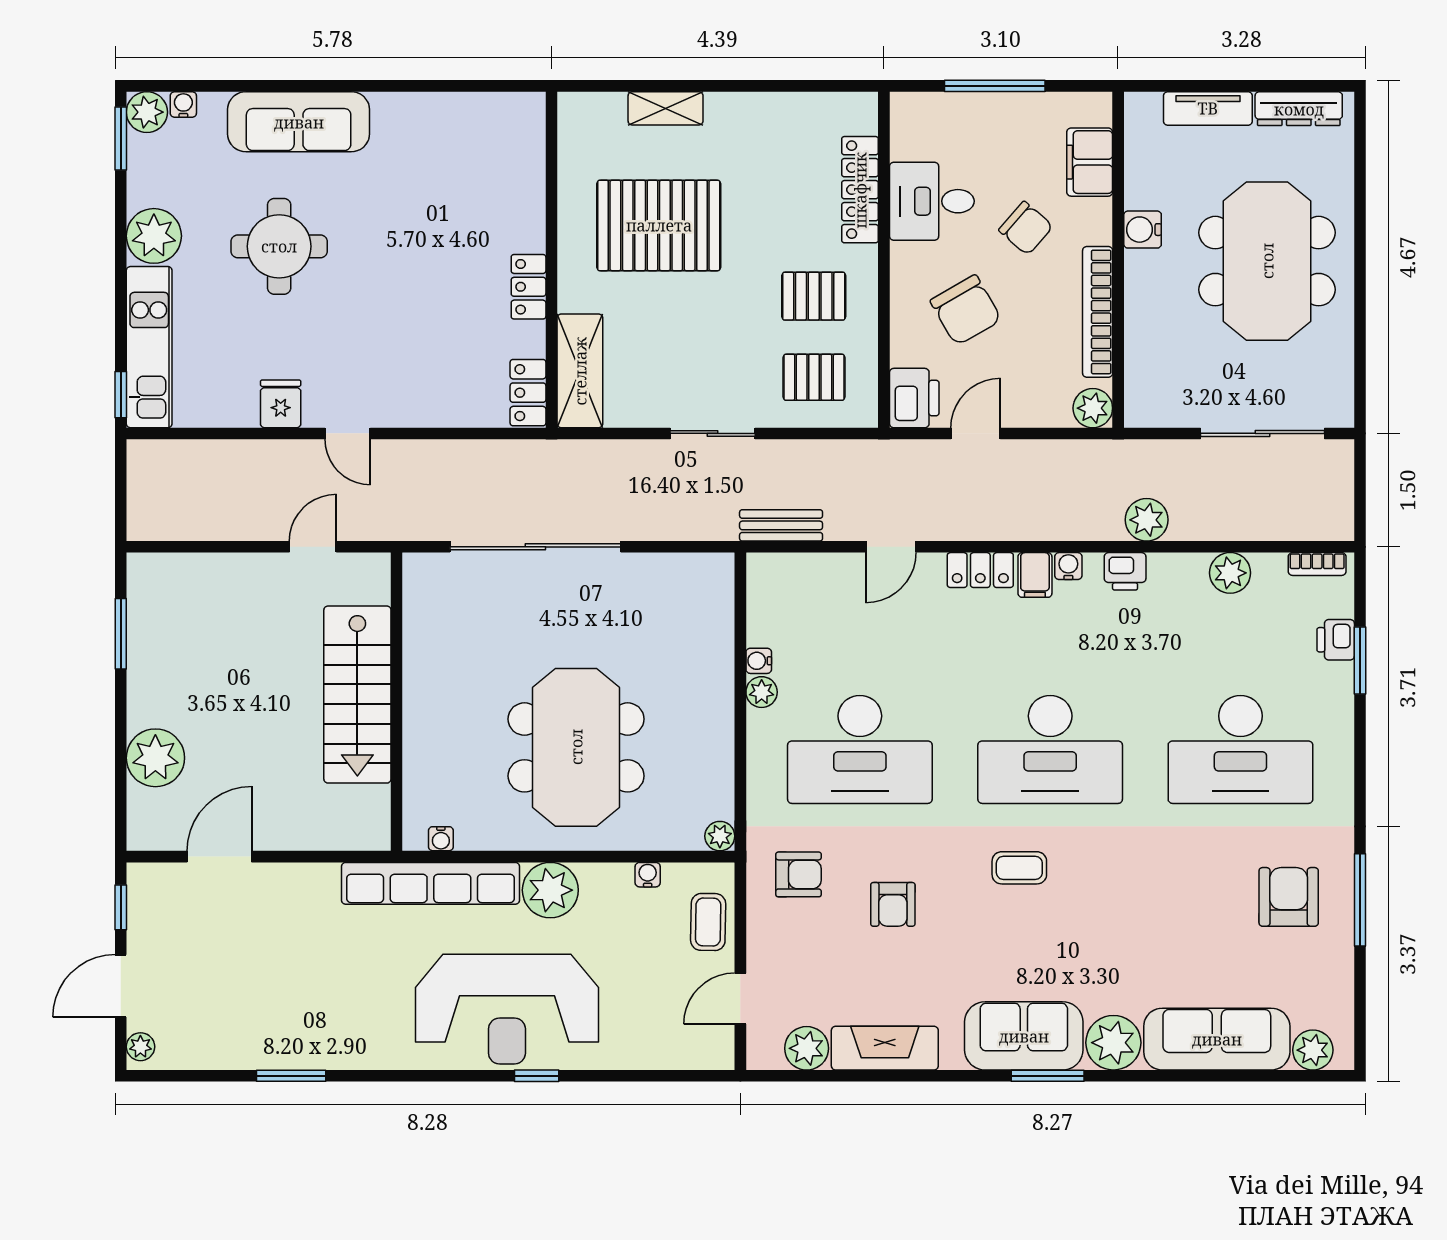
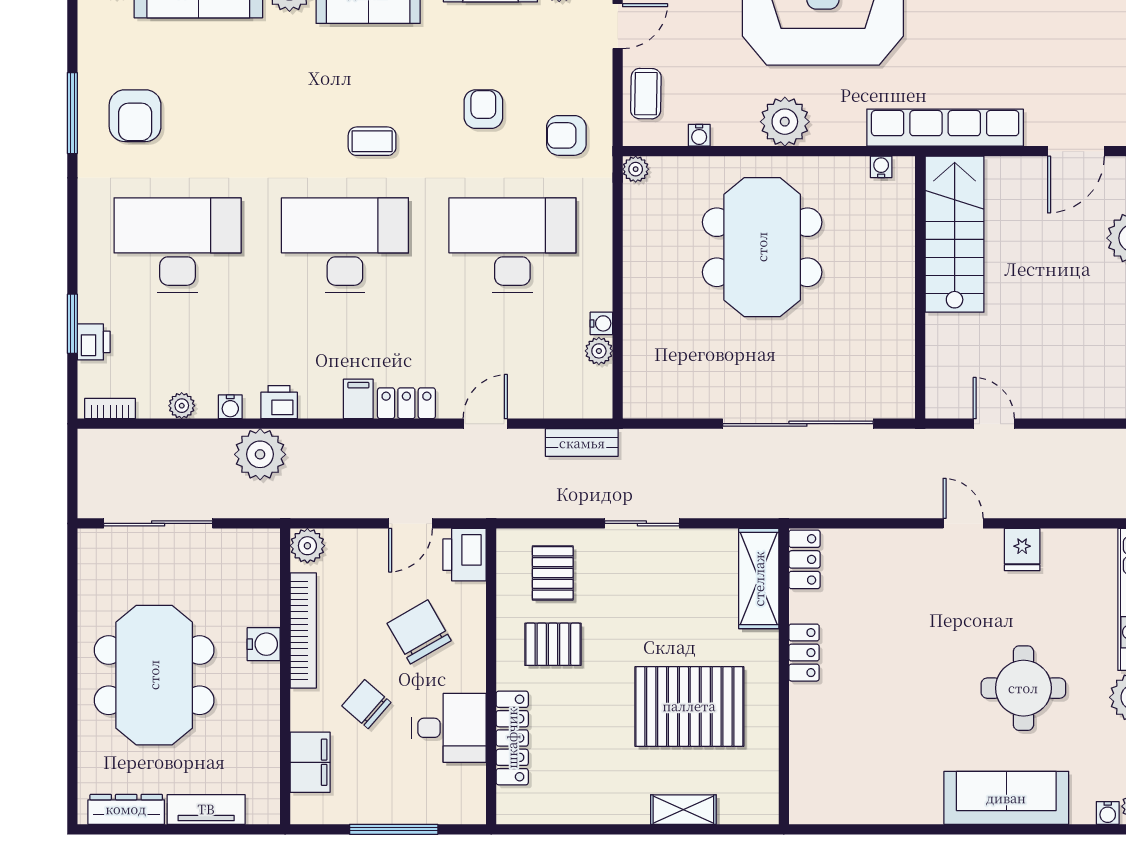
water cooler: (1143, 230) -> (264, 644), moved
pallet: (814, 377) -> (553, 573), turned 90
plant: (1147, 520) -> (260, 454), width x1.36, depth x1.36
door: (313, 547) -> (994, 424), swing flipped
water cooler: (1068, 566) -> (230, 407), moved
plant: (1230, 573) -> (182, 406), width x0.73, depth x0.73
plant: (762, 692) -> (599, 351), moved
stairs: (357, 695) -> (955, 234), moved
row of seats: (430, 883) -> (945, 128), moved

